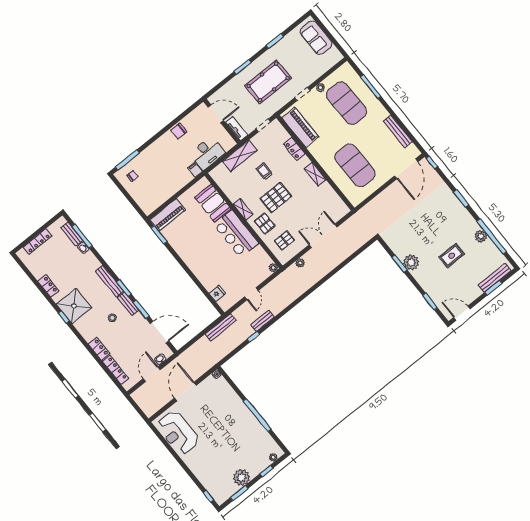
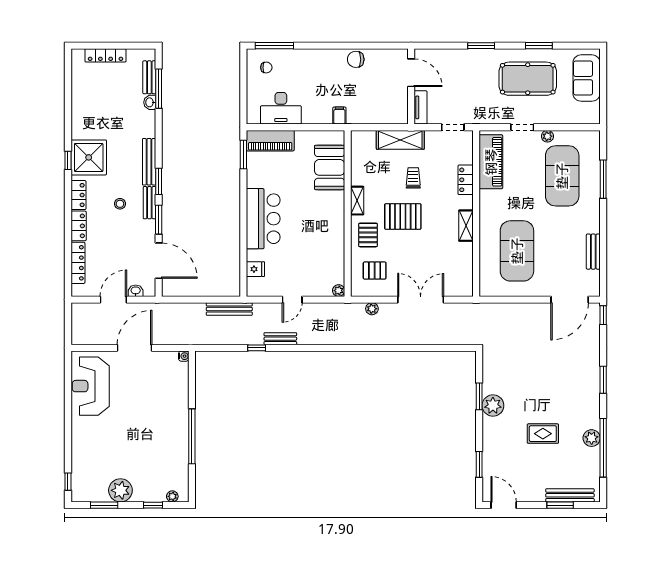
pool table: (268, 82) -> (528, 79), moved
bench: (398, 131) -> (593, 252), width x0.73
desk: (207, 153) -> (281, 108), moved
bar counter: (236, 234) -> (263, 219), moved, turned 180
locker: (48, 286) -> (78, 195), moved

